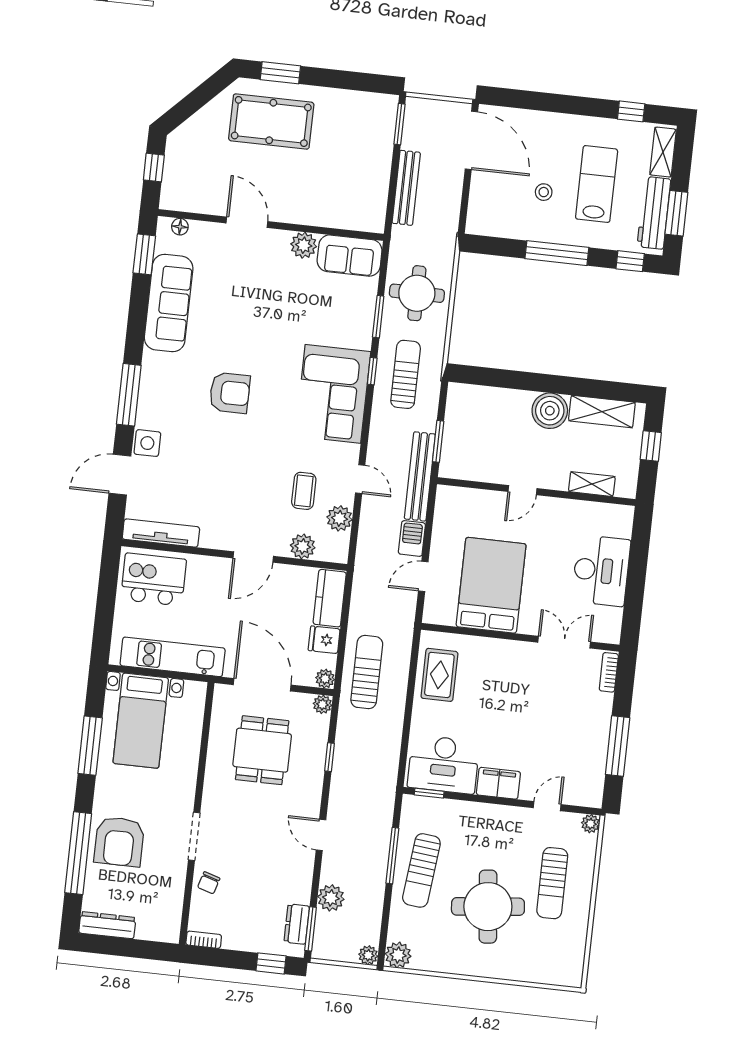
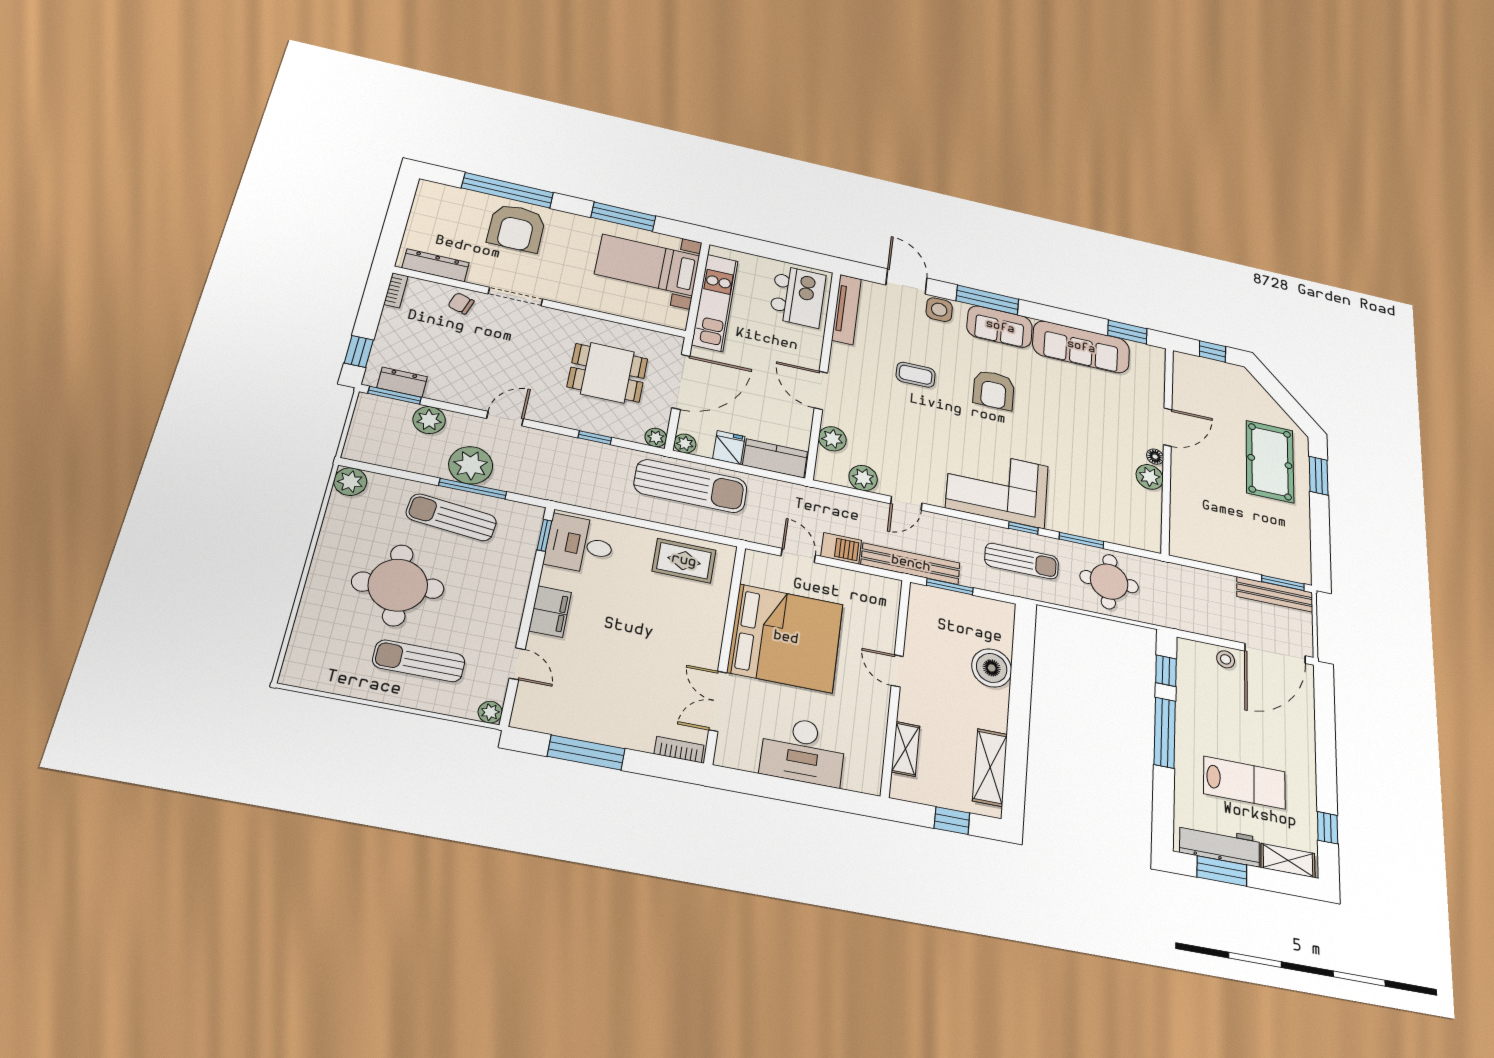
bench: (406, 188) -> (1275, 594), moved
stool: (544, 192) -> (1226, 659), moved
floor lamp: (180, 227) -> (1155, 457), moved
sofa: (350, 256) -> (1000, 327), moved, turned -90
window: (630, 261) -> (1166, 671), moved
boiler: (550, 411) -> (992, 668), moved
coffee table: (304, 491) -> (916, 375), moved
bed: (491, 585) -> (786, 638), width x1.36
double door: (564, 642) -> (718, 701), swing flipped
sun lounger: (367, 672) -> (691, 486), width x1.36, depth x1.34
desk: (443, 764) -> (580, 544), width x0.73
armchair: (119, 842) -> (516, 228), turned -90
dresser: (107, 925) -> (436, 265), moved, turned -90
plant: (368, 955) -> (471, 465), moved, width x1.87, depth x1.87

